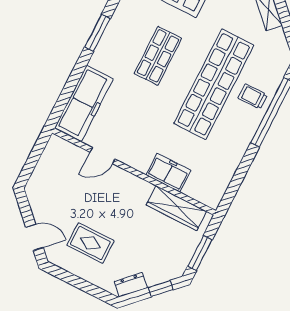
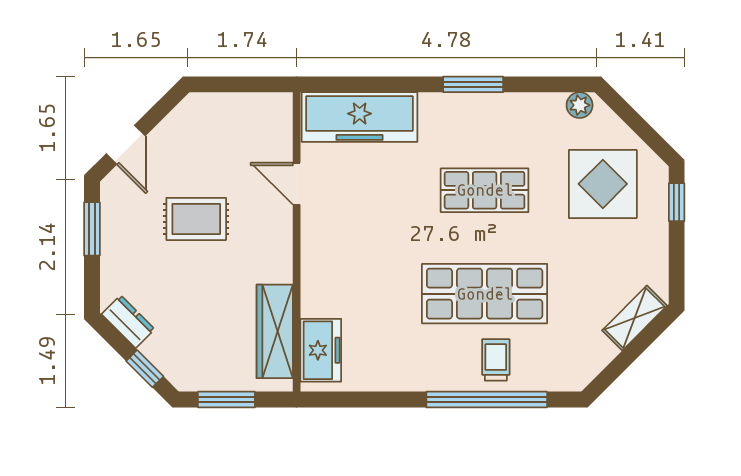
shop shelf: (214, 84) -> (485, 294), width x0.71
freezer: (168, 173) -> (321, 350), moved
rug: (90, 243) -> (196, 219), moved, turned 90
window: (71, 279) -> (92, 229), added

